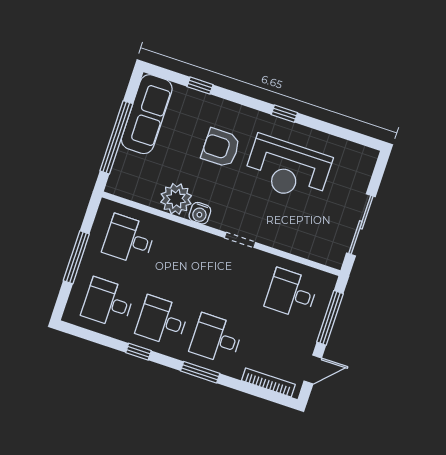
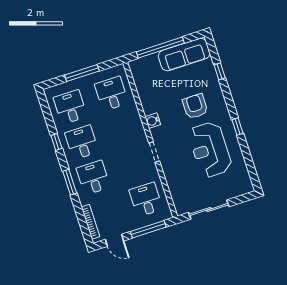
plant: (176, 199) -> (151, 103), removed

